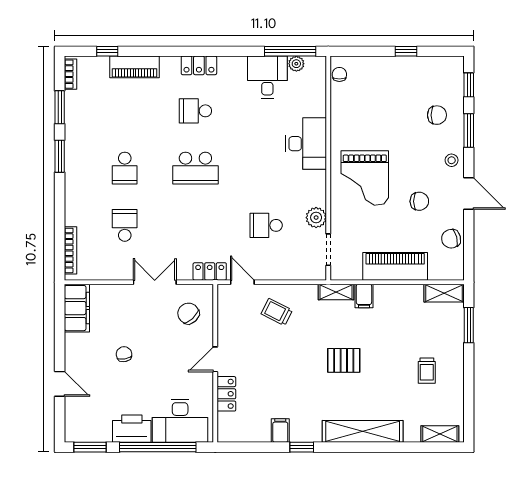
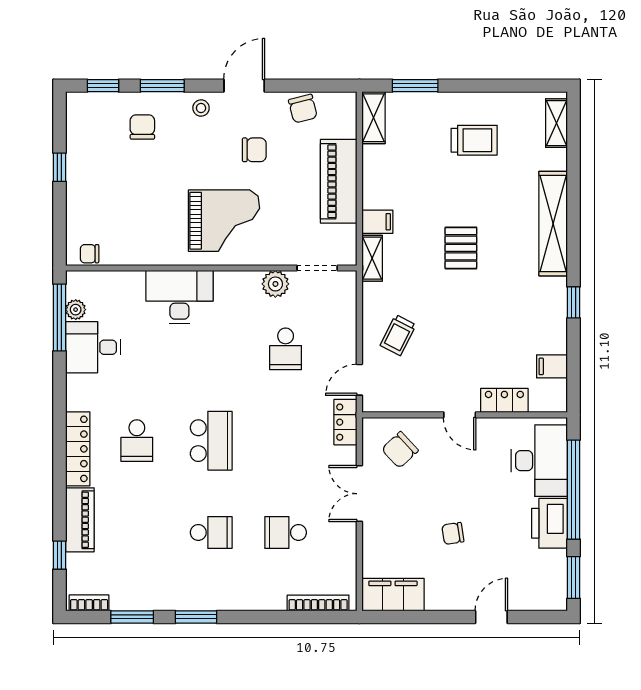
locker: (199, 65) -> (78, 449), width x1.53
chair: (419, 201) -> (254, 150), turned 90
trolley: (427, 371) -> (474, 140), width x1.36, depth x1.39
filing cabinet: (280, 431) -> (552, 366), moved

